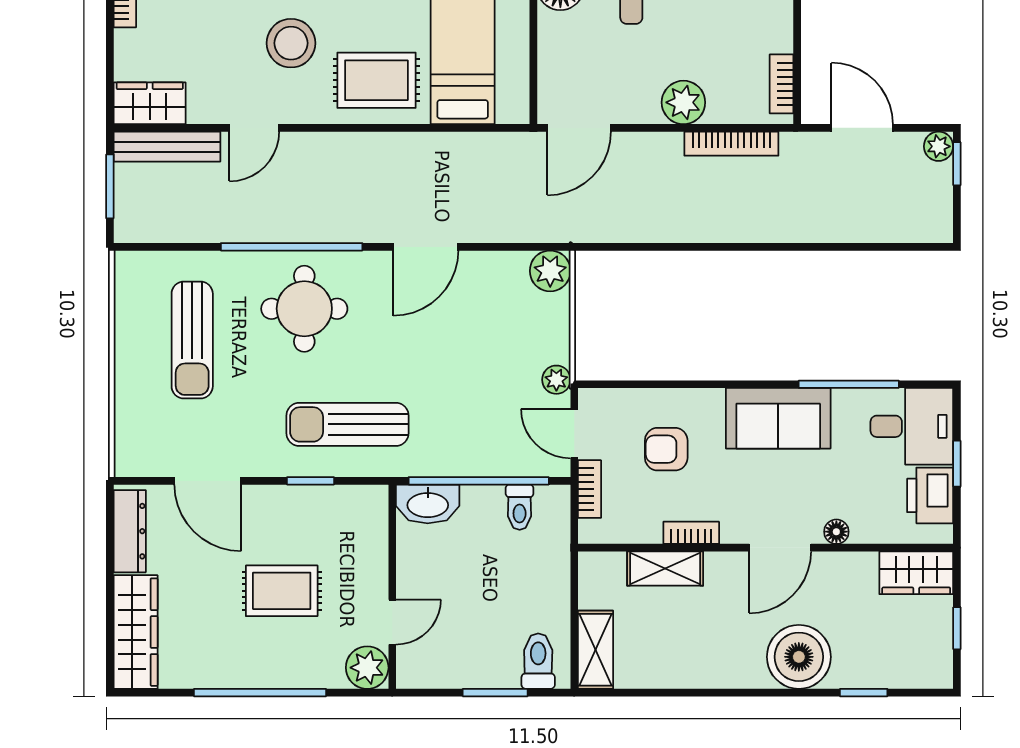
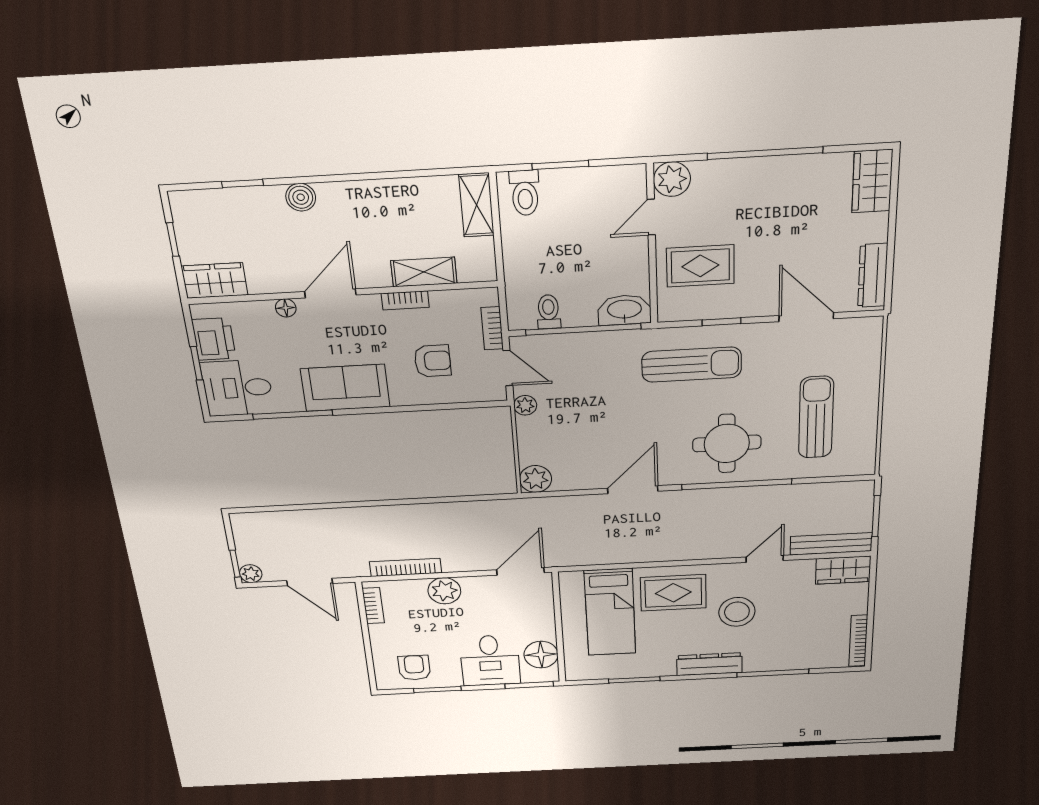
rug: (282, 591) -> (700, 266), moved
wardrobe: (136, 632) -> (872, 181), width x0.67
boiler: (799, 657) -> (301, 197), width x0.54, depth x0.54

